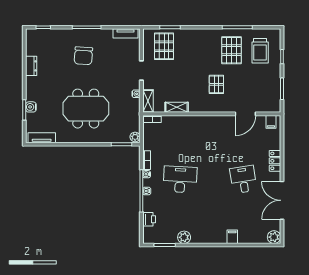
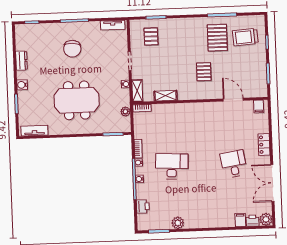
pallet: (164, 46) -> (151, 36), width x0.67, depth x0.71
trolley: (260, 51) -> (245, 37), turned 86
water cooler: (31, 107) -> (22, 85), moved
door: (245, 114) -> (233, 100), swing flipped
plant: (135, 137) -> (125, 112), moved
filing cabinet: (232, 237) -> (240, 220), moved
printer: (260, 238) -> (252, 221), added

